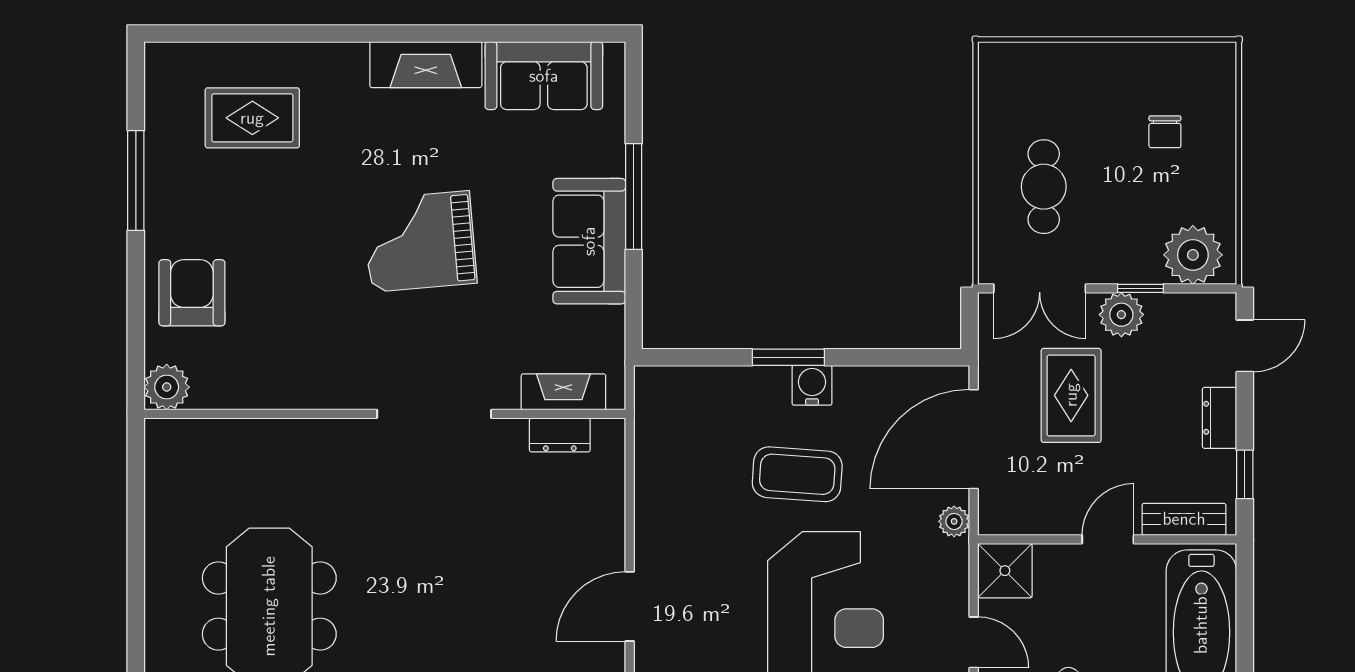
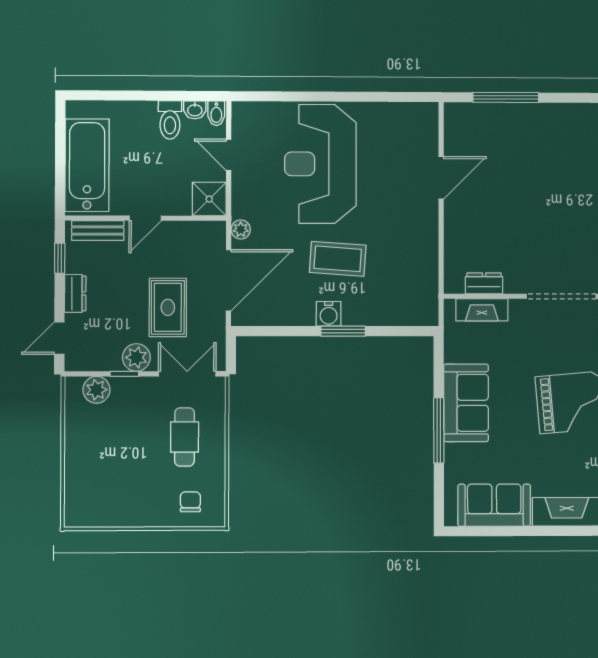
chair: (1165, 132) -> (190, 502), moved
plant: (1193, 255) -> (96, 390), width x0.73, depth x0.73

